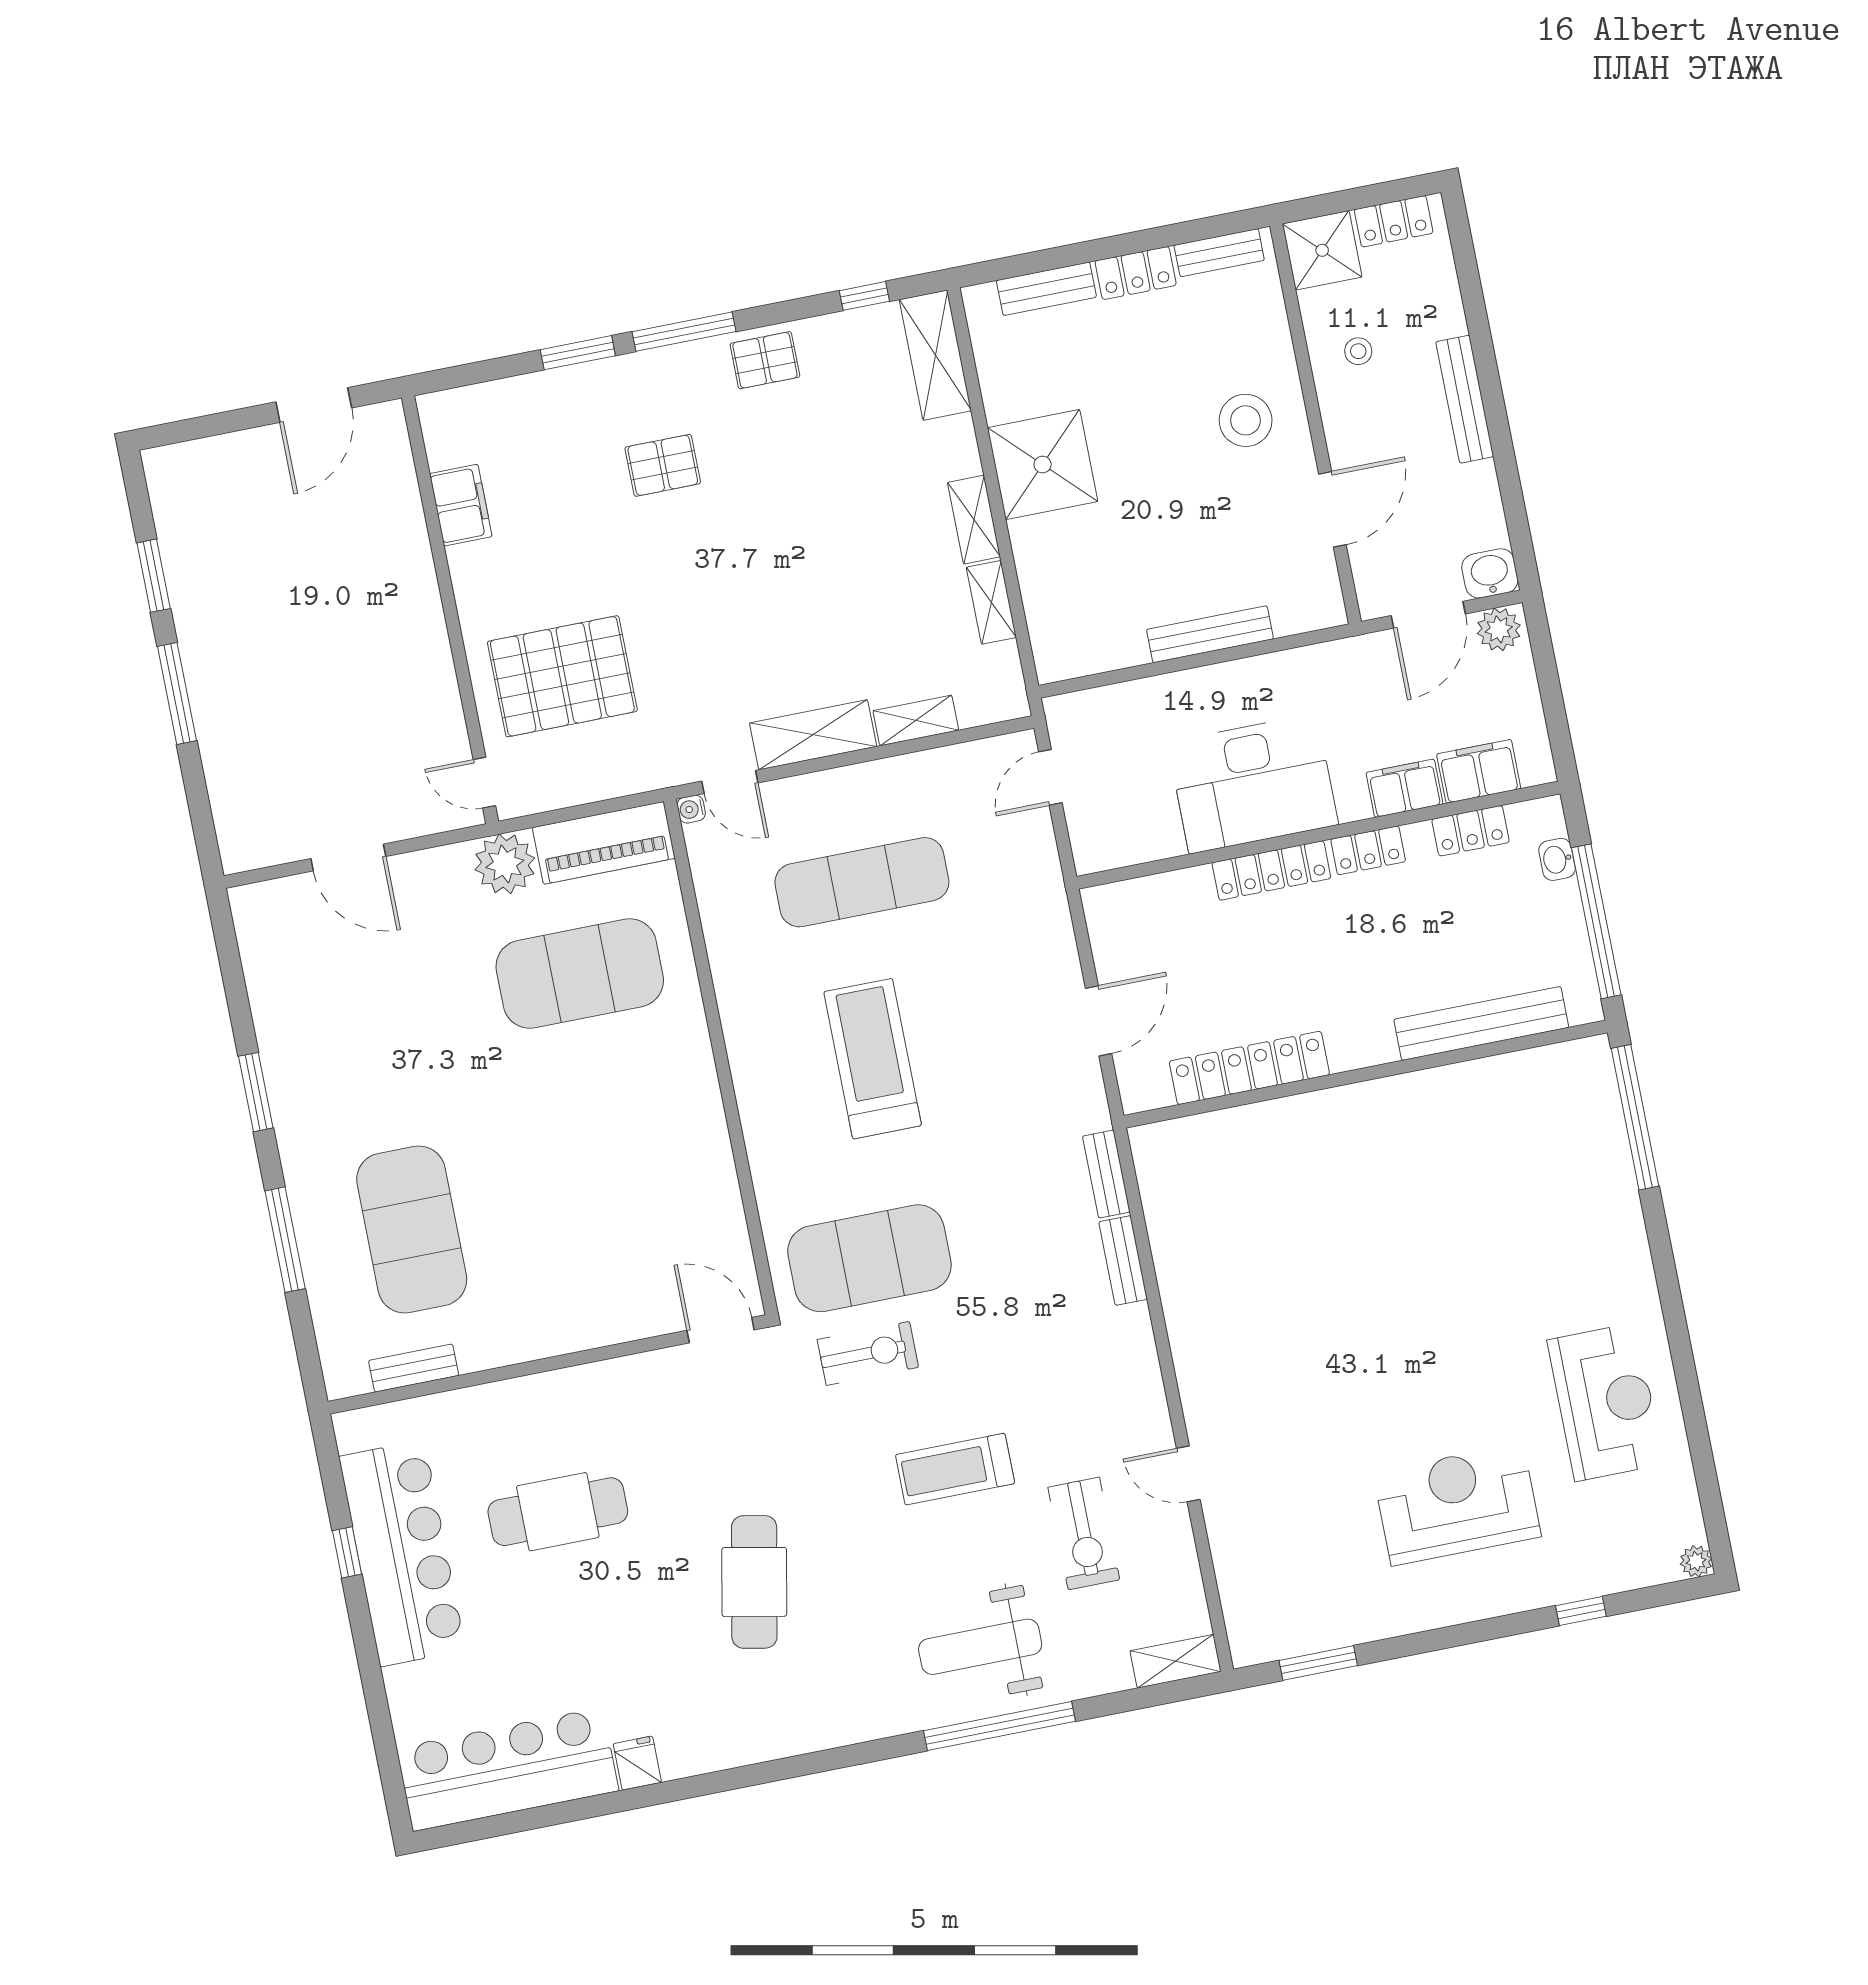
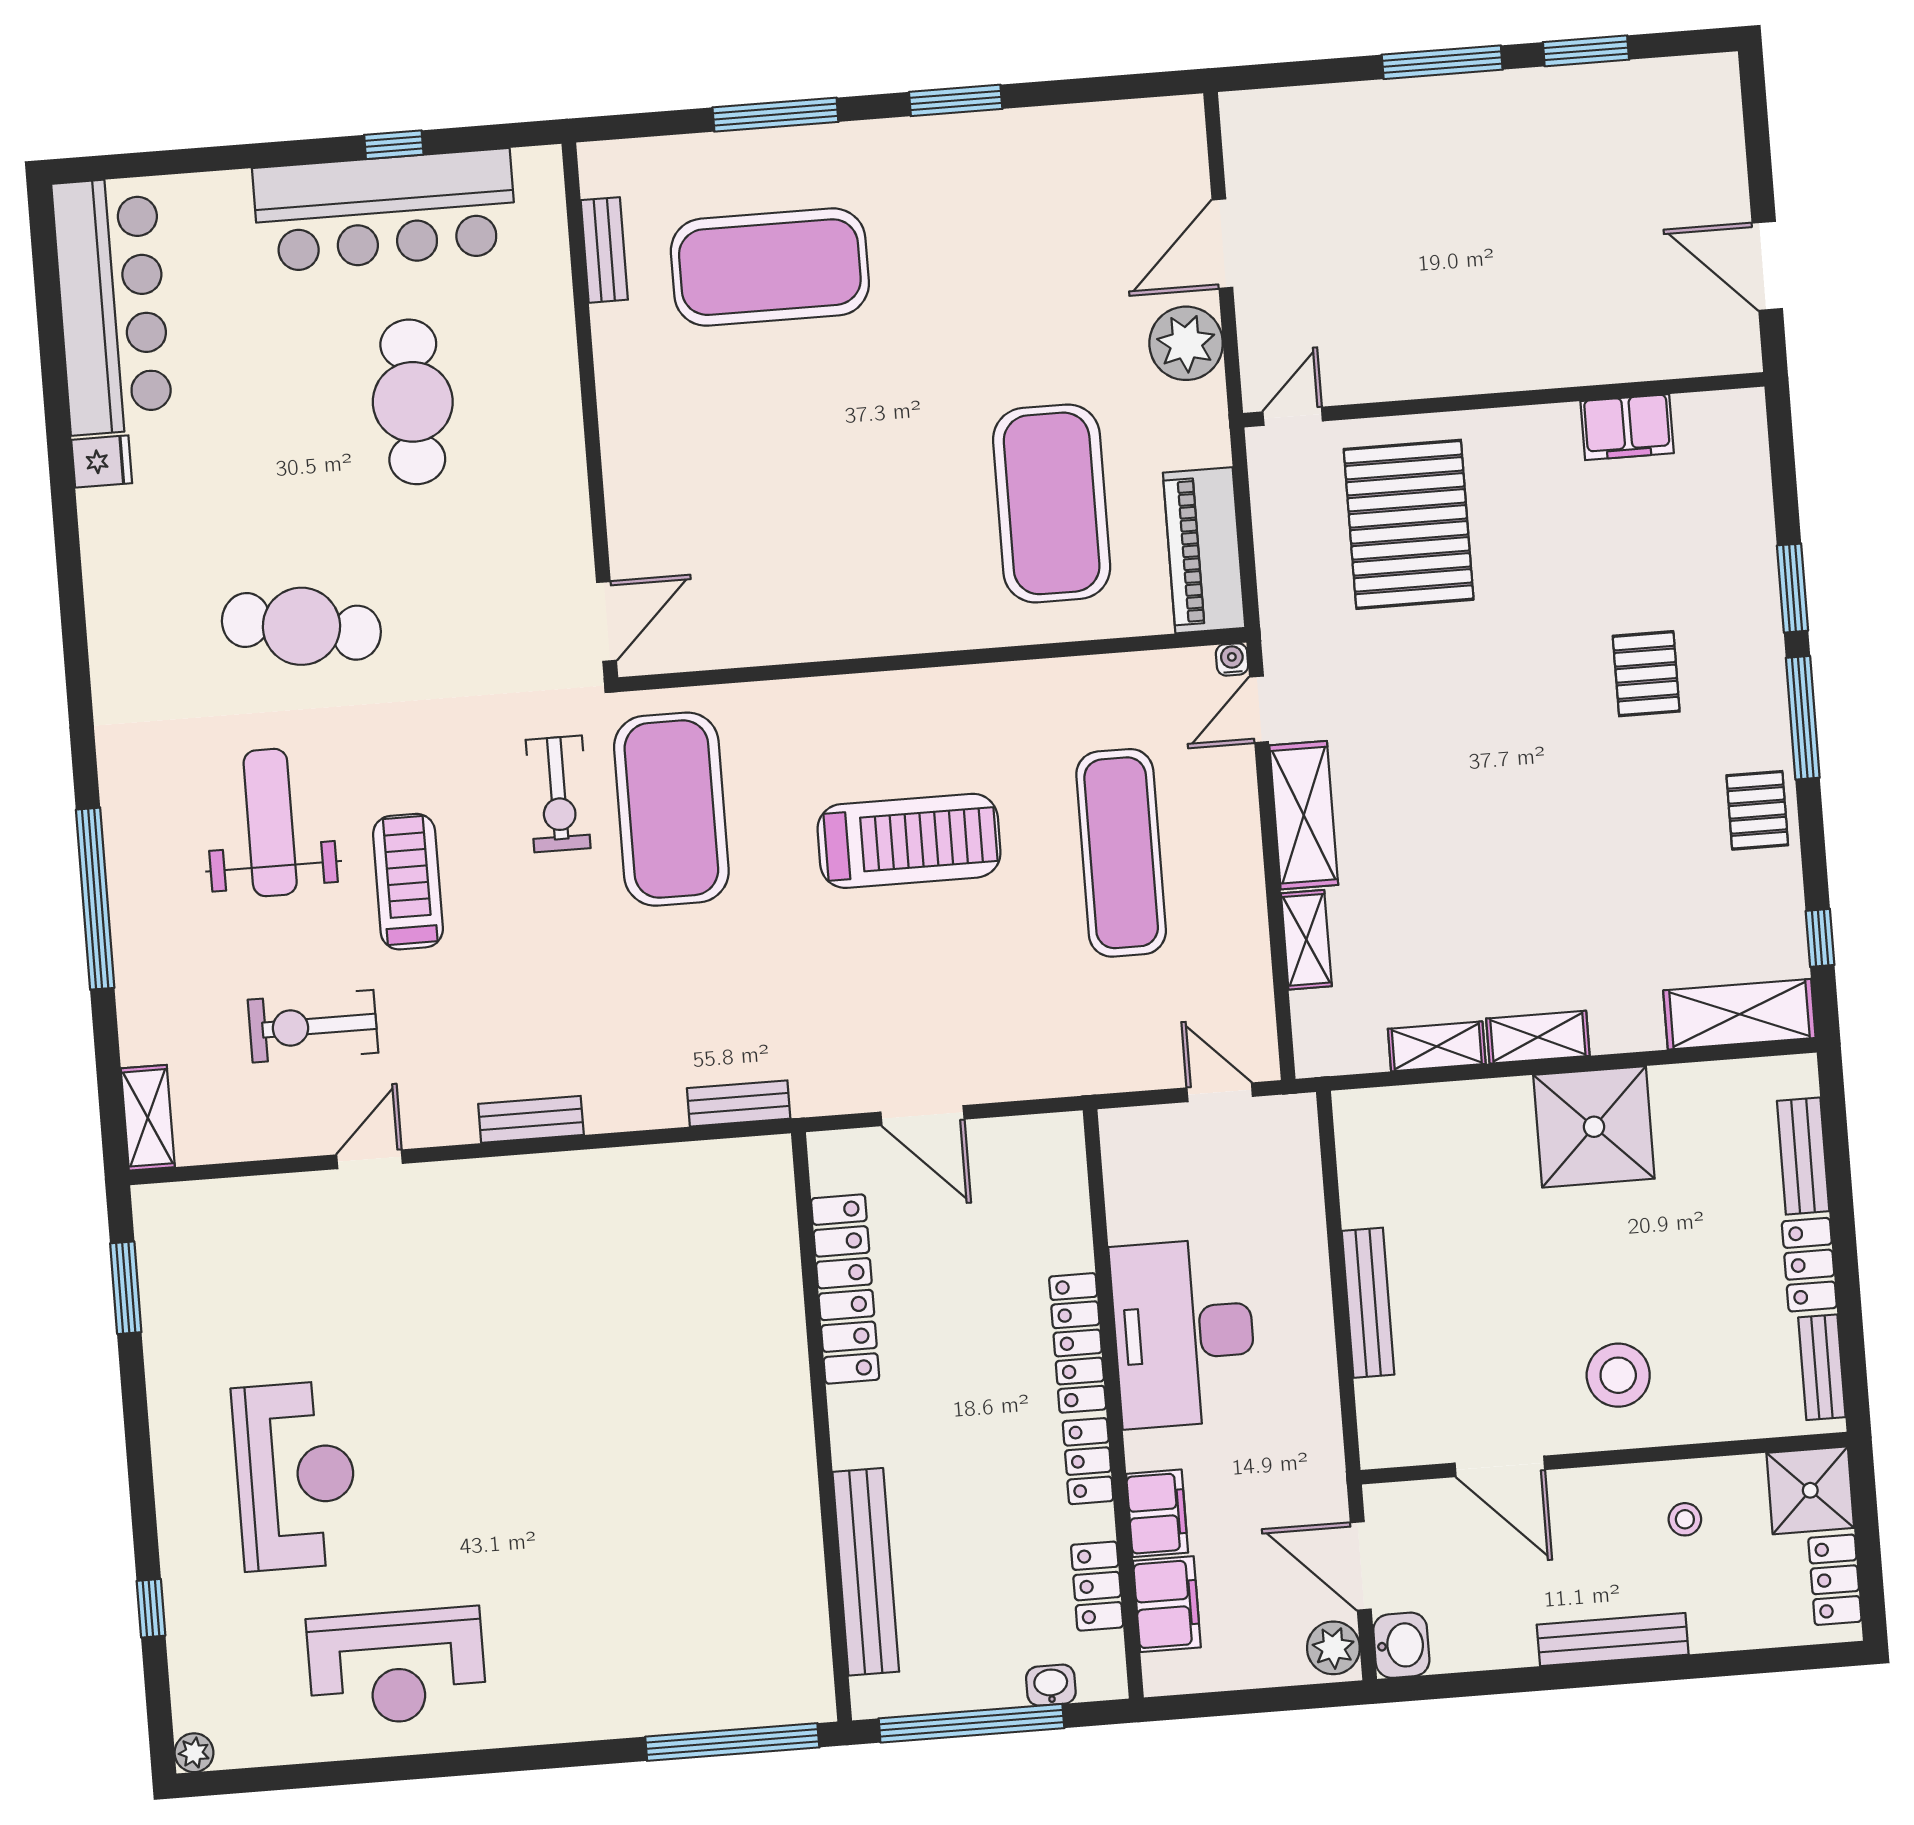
plant: (505, 864) -> (1186, 343), moved
bench: (1123, 1261) -> (531, 1119), moved
weight bench: (980, 1647) -> (270, 823), moved

